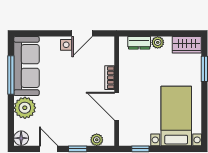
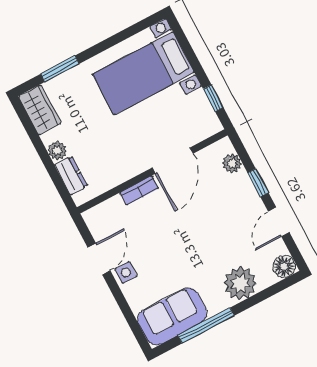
door: (82, 33) -> (99, 259), hinge flipped
sofa: (26, 66) -> (172, 316), width x0.73

